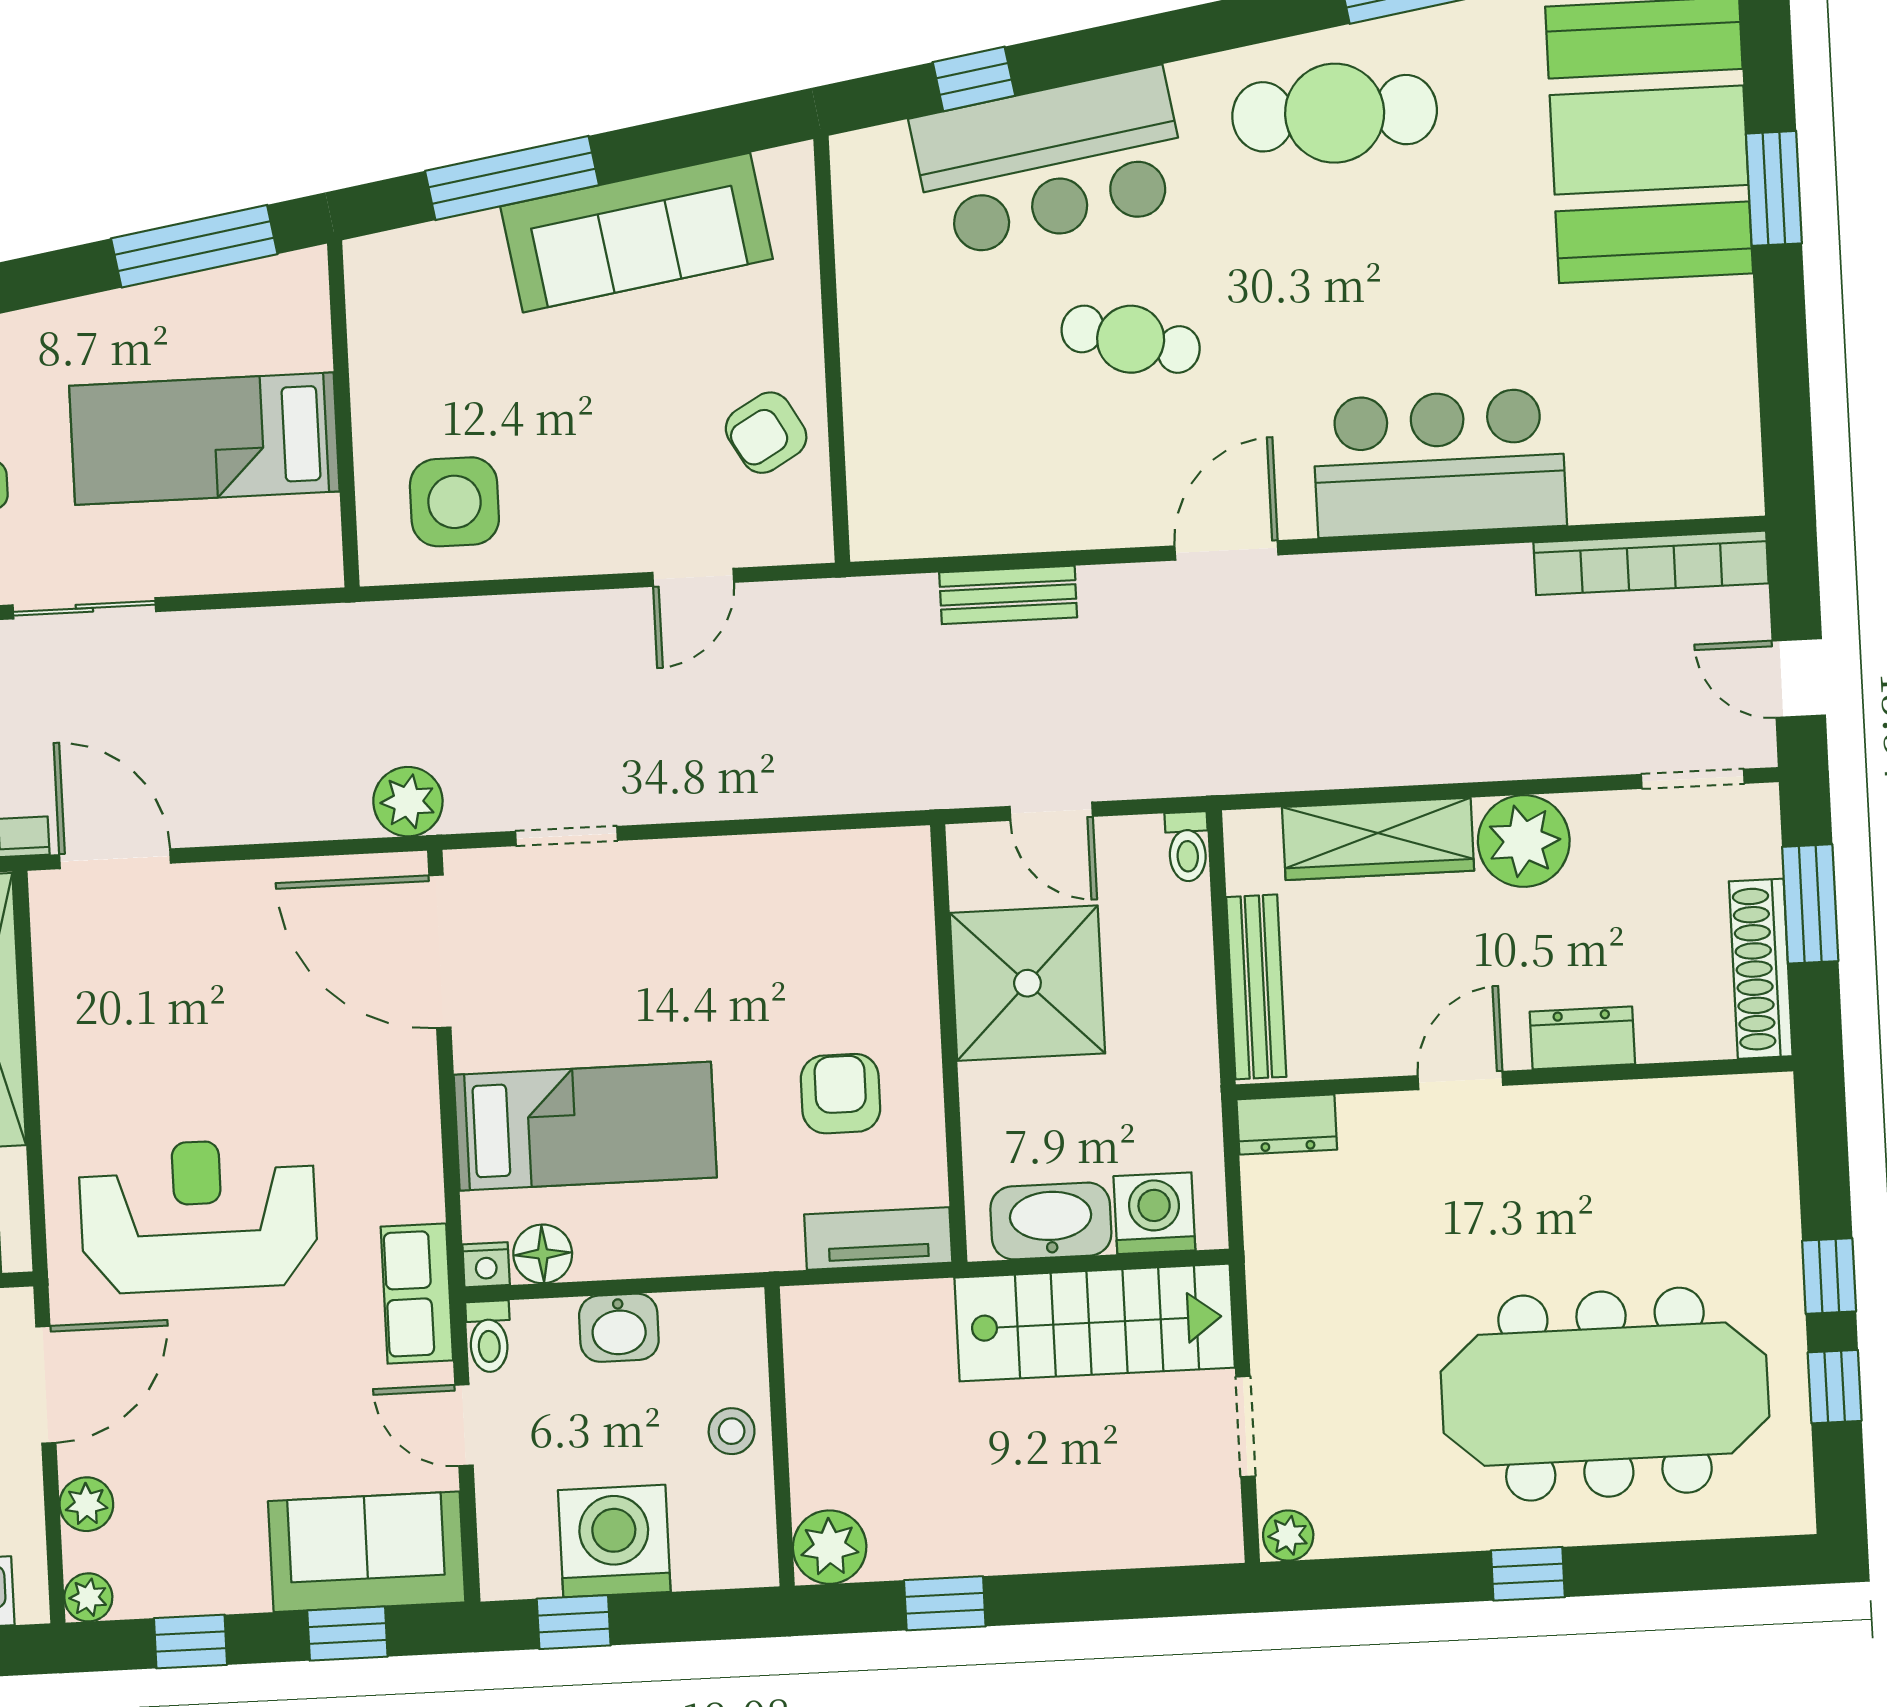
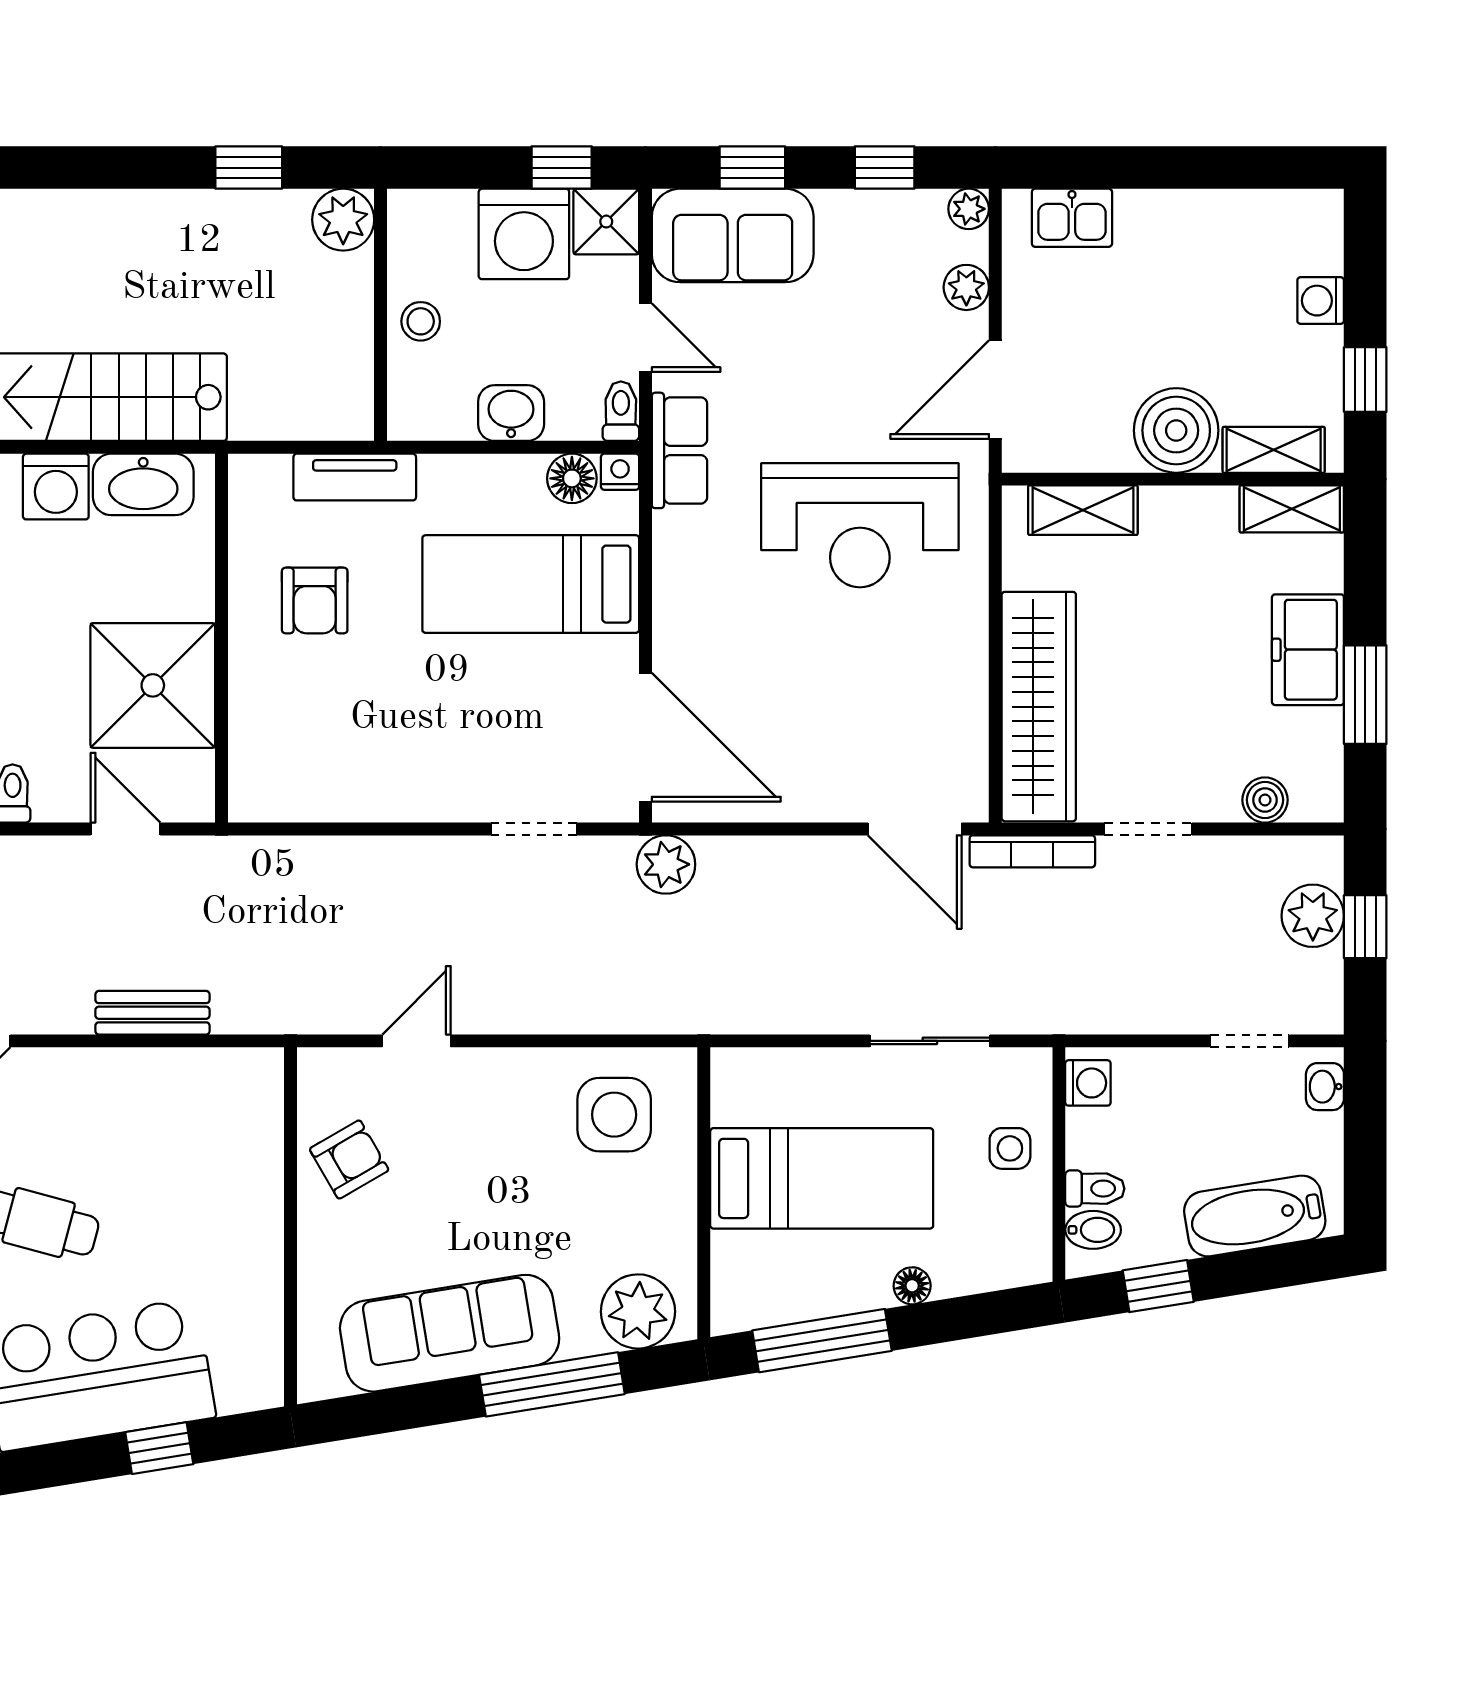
plant: (414, 270) -> (638, 1311), added
floor lamp: (91, 317) -> (912, 1286), added
tv unit: (878, 1238) -> (355, 477), moved
shower: (517, 1561) -> (606, 222), added

